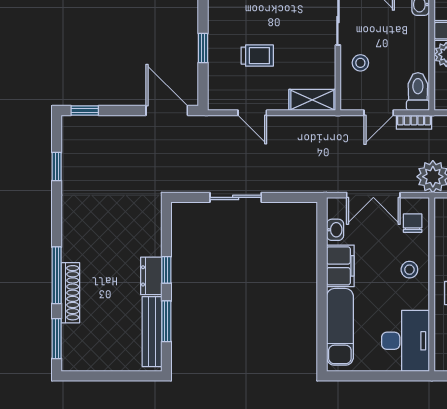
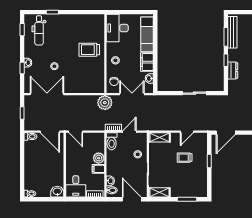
door: (167, 110) -> (226, 133), hinge flipped
door: (252, 113) -> (187, 132), swing flipped
dresser: (151, 276) -> (233, 70), moved

